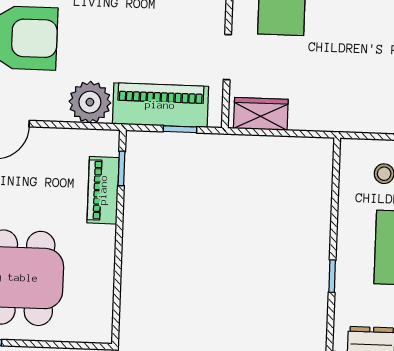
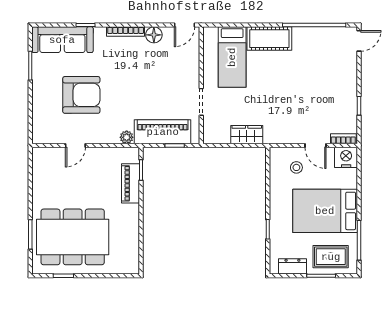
plant: (90, 102) -> (127, 137), width x0.53, depth x0.53
wardrobe: (261, 114) -> (247, 135), moved

